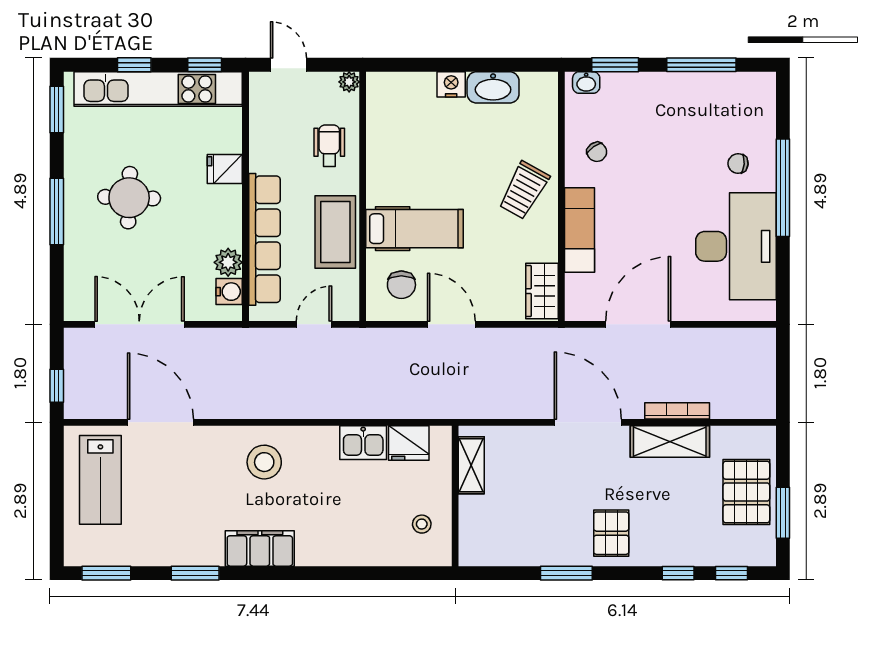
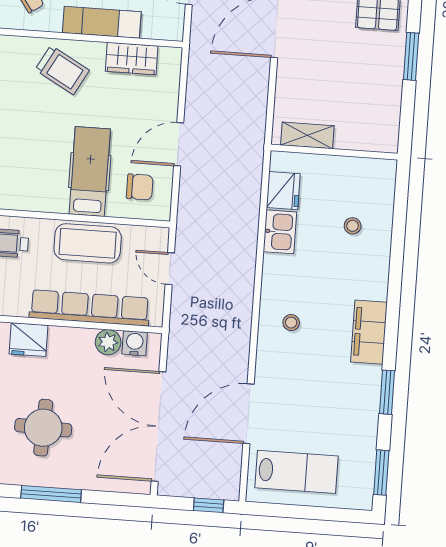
fridge: (225, 169) -> (28, 340), width x1.38
wardrobe: (542, 291) -> (132, 59), moved
double door: (139, 324) -> (159, 426), width x1.36
stool: (264, 462) -> (291, 323), width x0.53, depth x0.53
stool: (422, 524) -> (353, 226), moved

